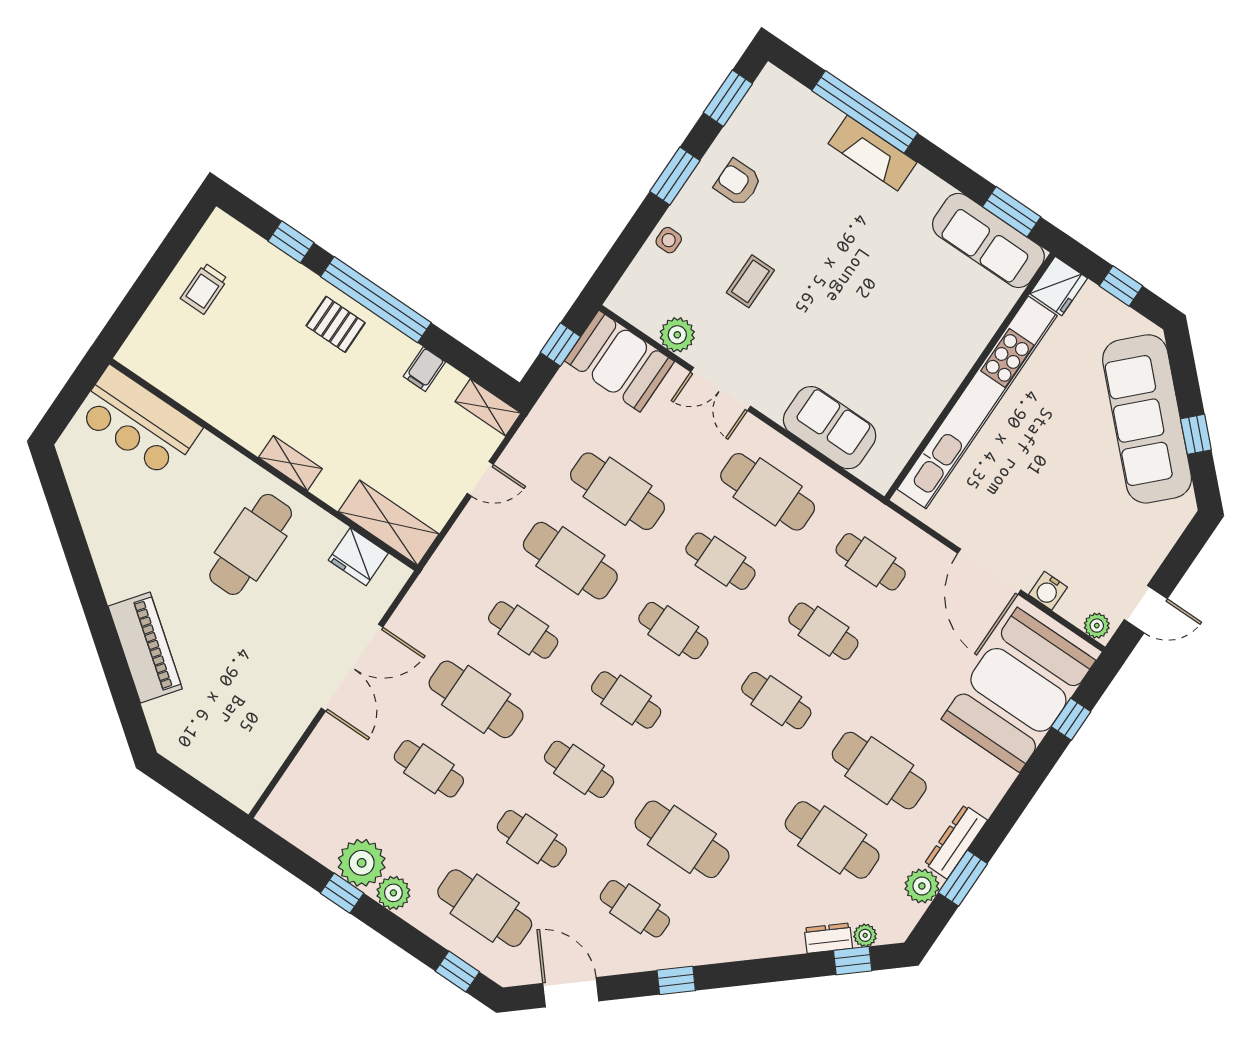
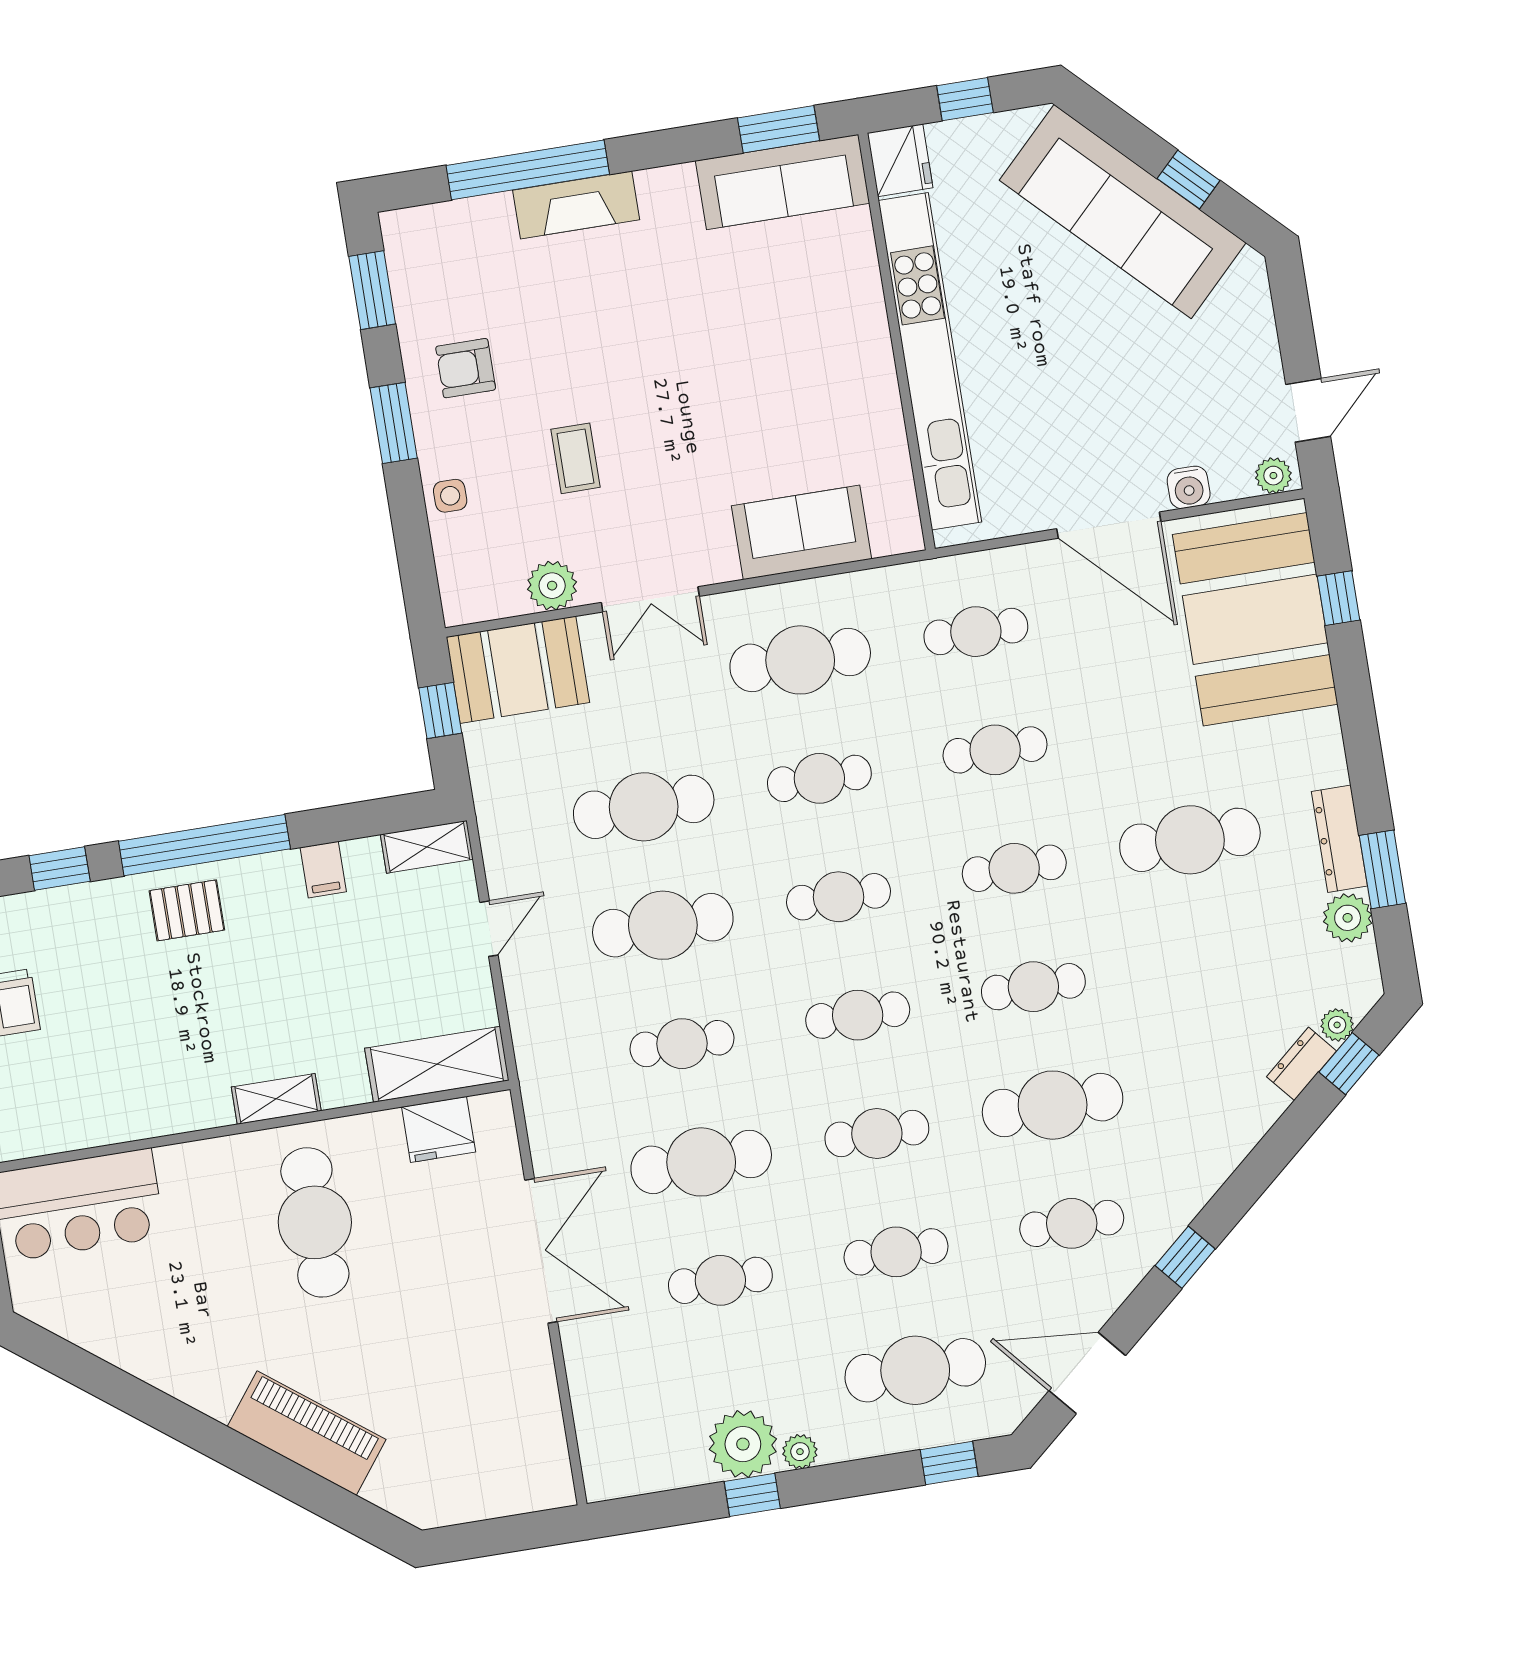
cafe table: (832, 840) -> (1033, 987), moved, width x0.73, depth x0.74
plant: (393, 893) -> (800, 1452), width x0.73, depth x0.73

